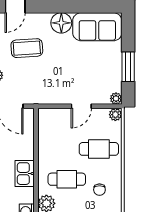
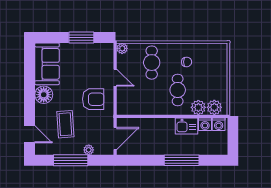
armchair: (56, 81) -> (93, 99), added
plant: (116, 98) -> (108, 48), removed
kitchen sink: (25, 174) -> (186, 126), moved

